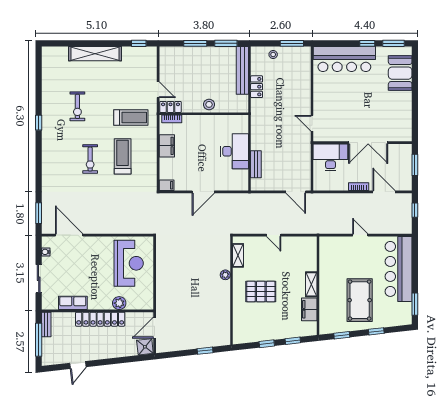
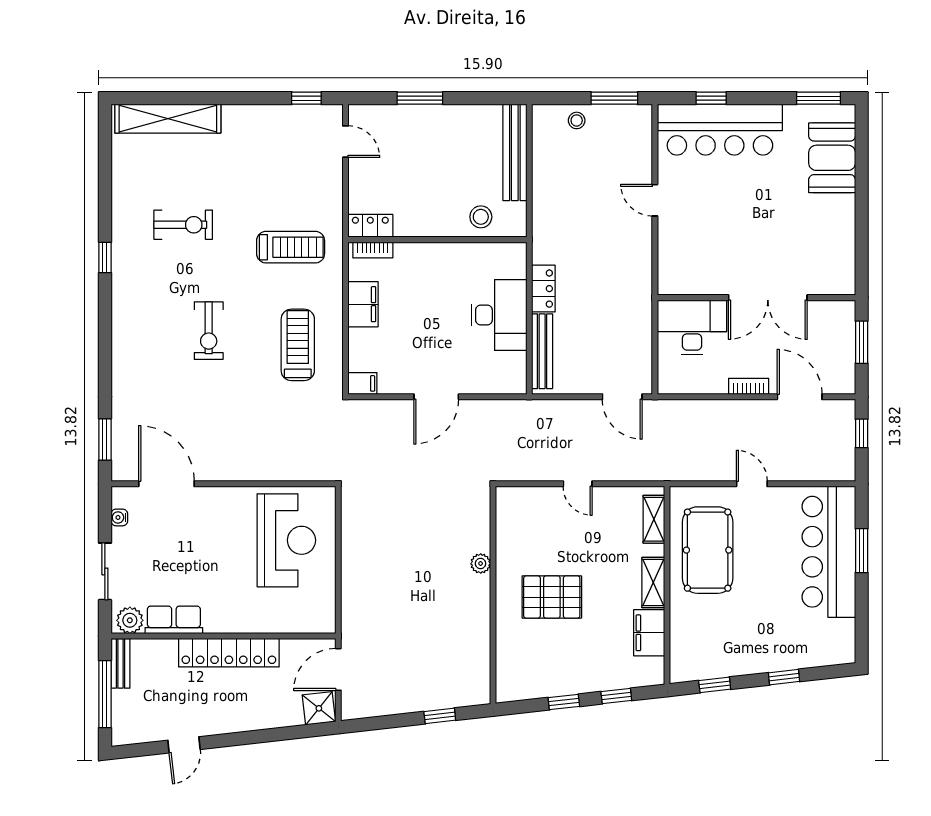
window: (226, 43) -> (482, 98), removed
window: (367, 43) -> (711, 98), moved
shelving: (95, 54) -> (168, 119), moved
locker: (257, 87) -> (543, 289), moved
door: (158, 90) -> (345, 142), moved
stool: (209, 104) -> (481, 217), moved
exercise bike: (77, 106) -> (183, 225), turned -90
door: (312, 123) -> (655, 200), moved
treadmill: (123, 156) -> (298, 345), moved
bench: (256, 164) -> (542, 351), width x1.36
shelving: (238, 255) -> (654, 519), moved
pool table: (360, 300) -> (708, 550), moved
plant: (119, 303) -> (130, 620), moved
window: (415, 304) -> (862, 551), moved

